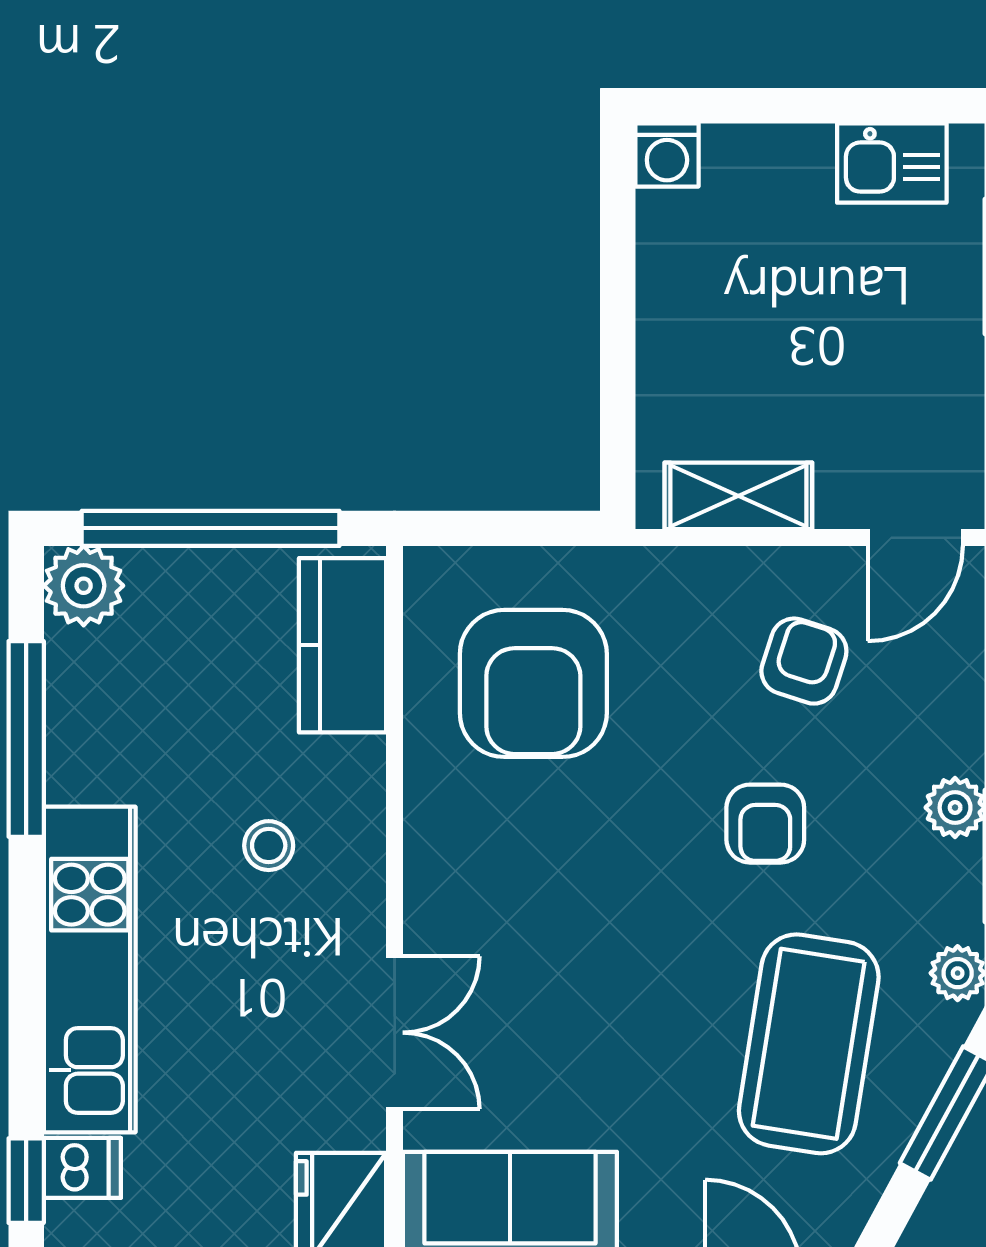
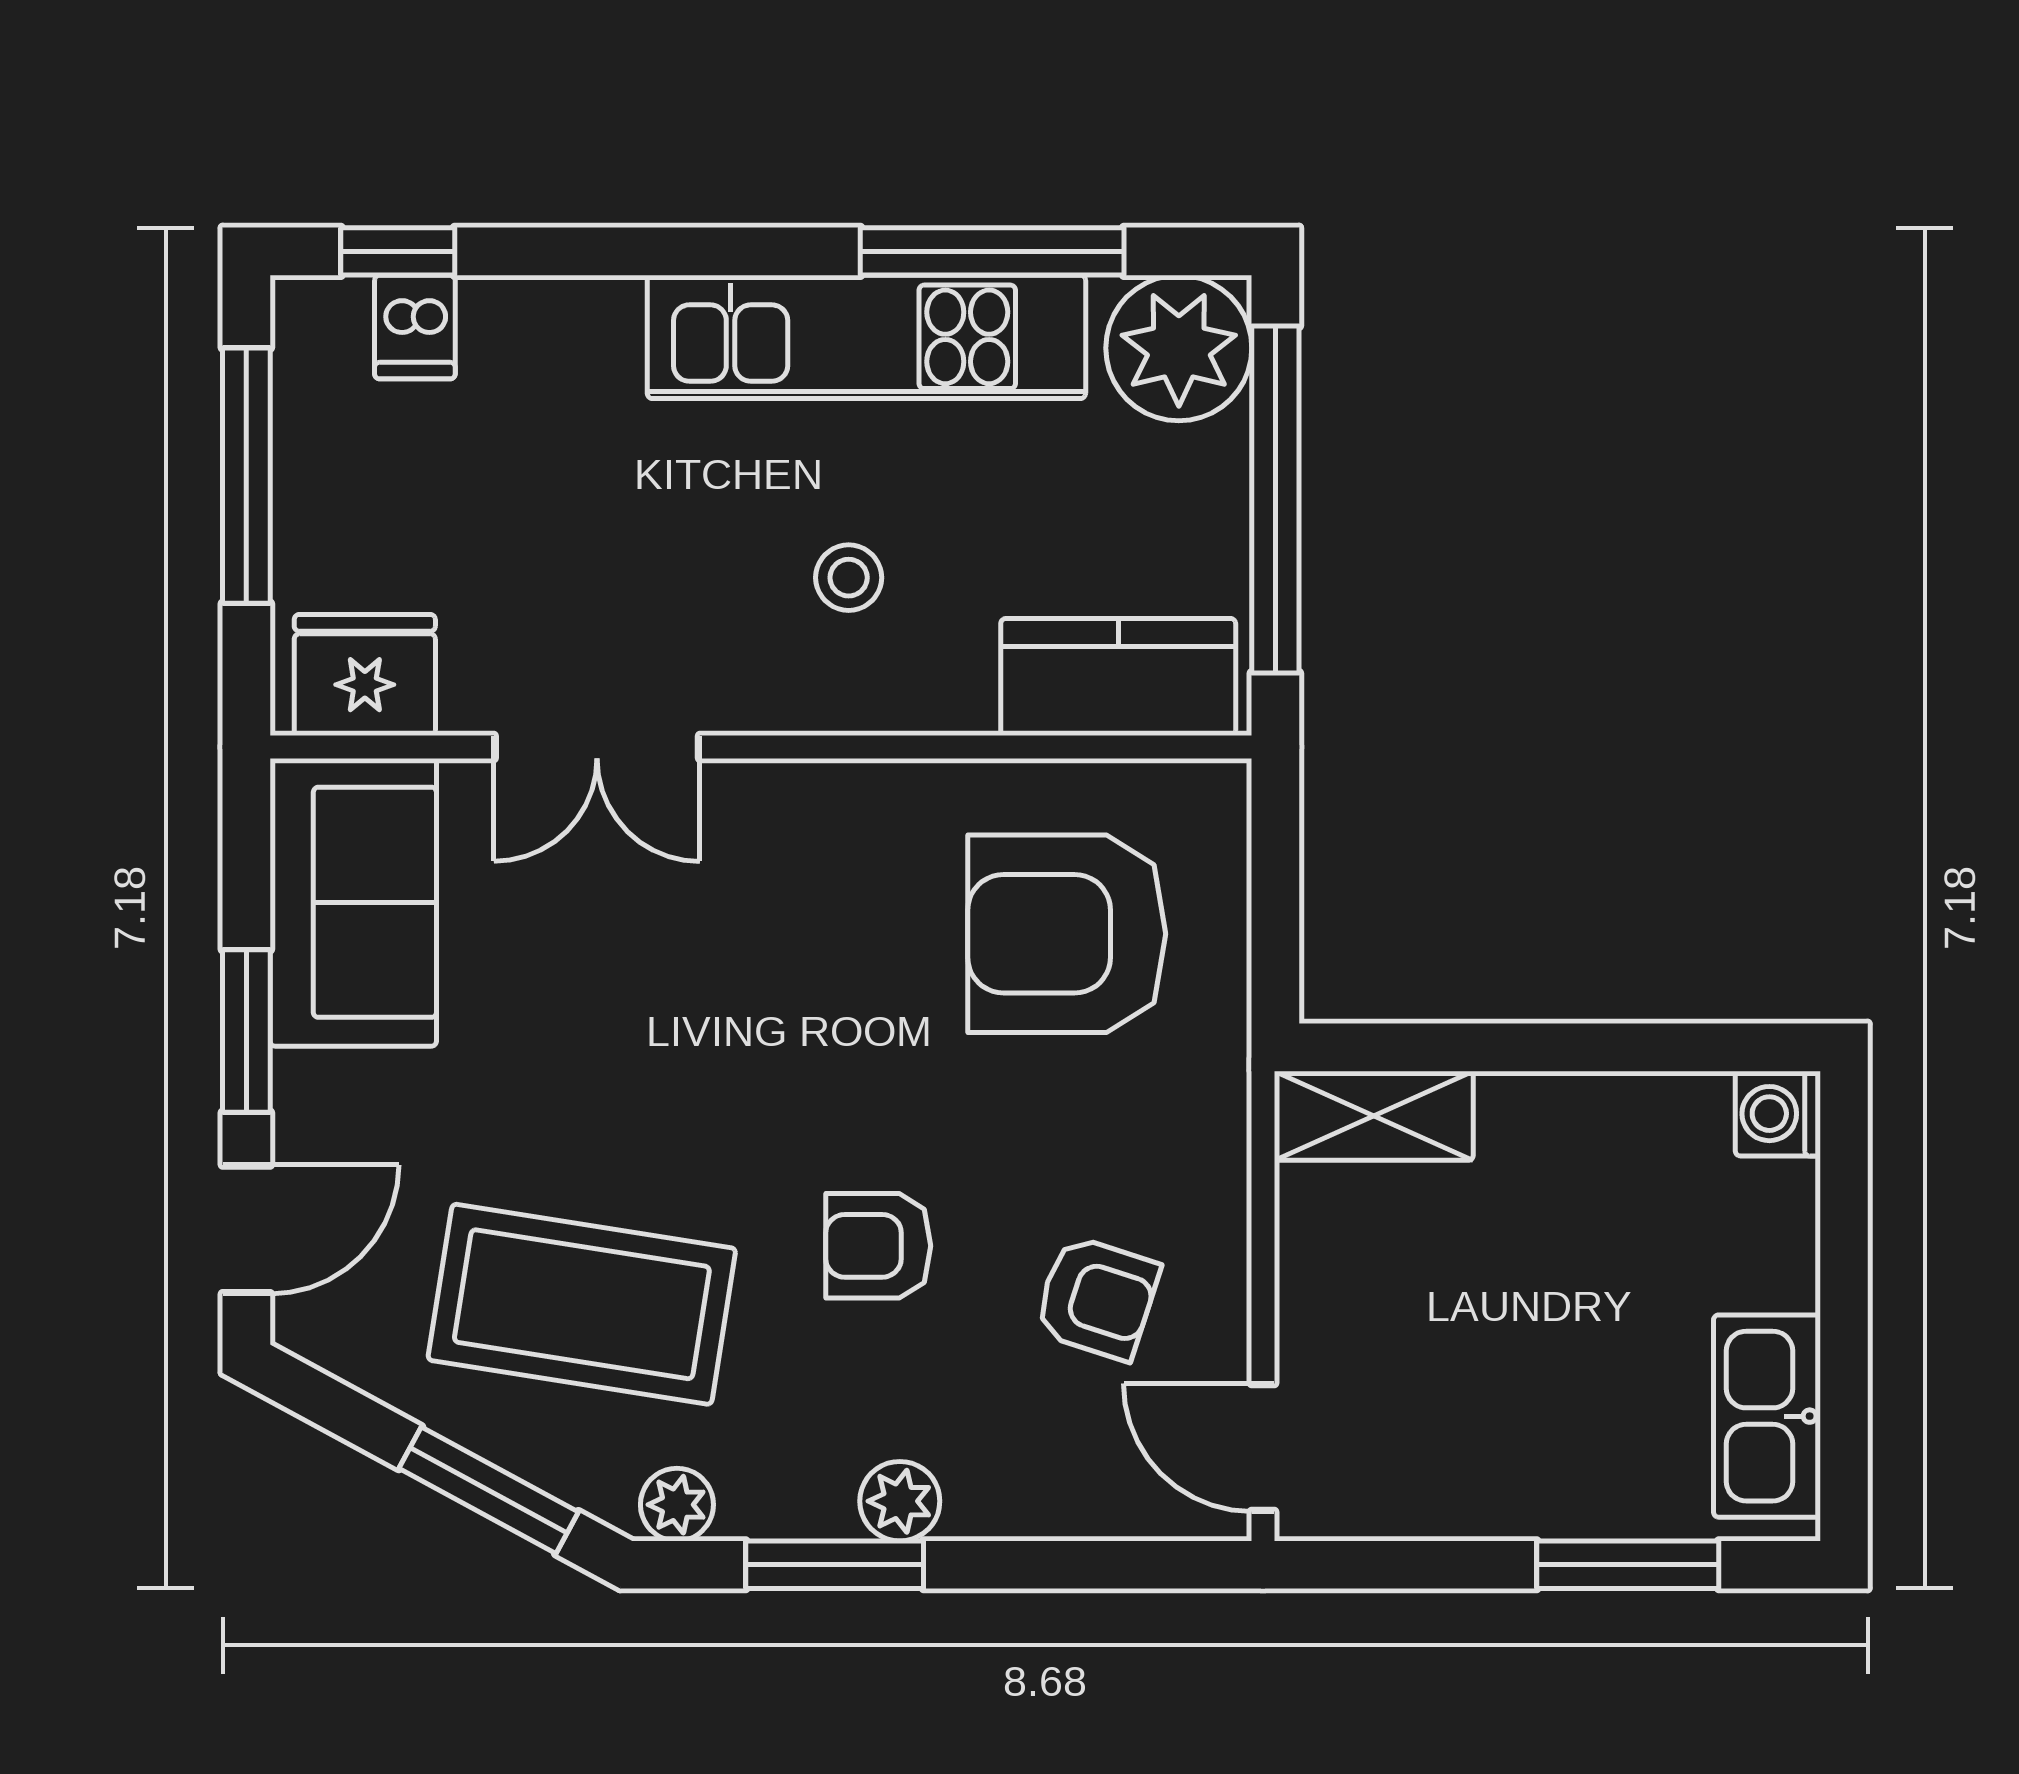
kitchen sink: (892, 163) -> (1767, 1416), width x1.38
shelving: (738, 496) -> (1374, 1116), moved, turned 90
plant: (84, 586) -> (1179, 348), width x1.36, depth x1.36
kitchen unit: (90, 970) -> (866, 337), moved

